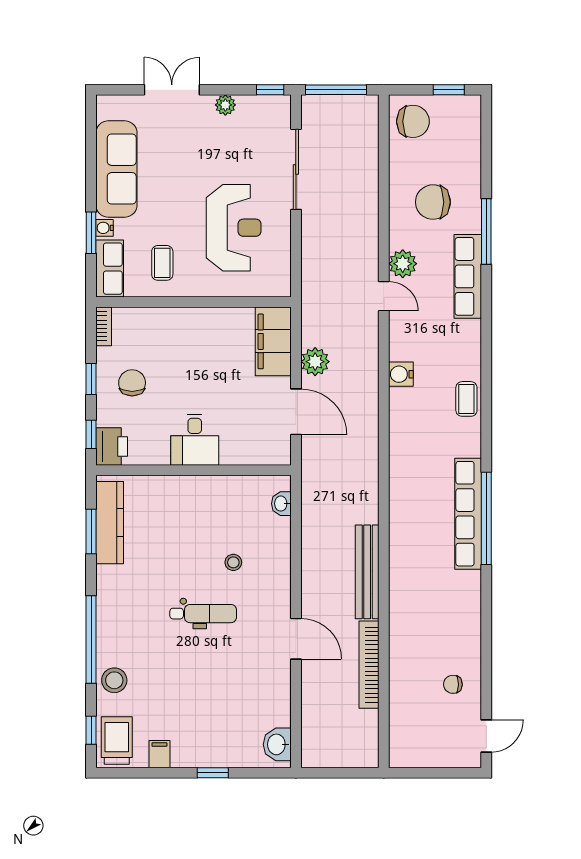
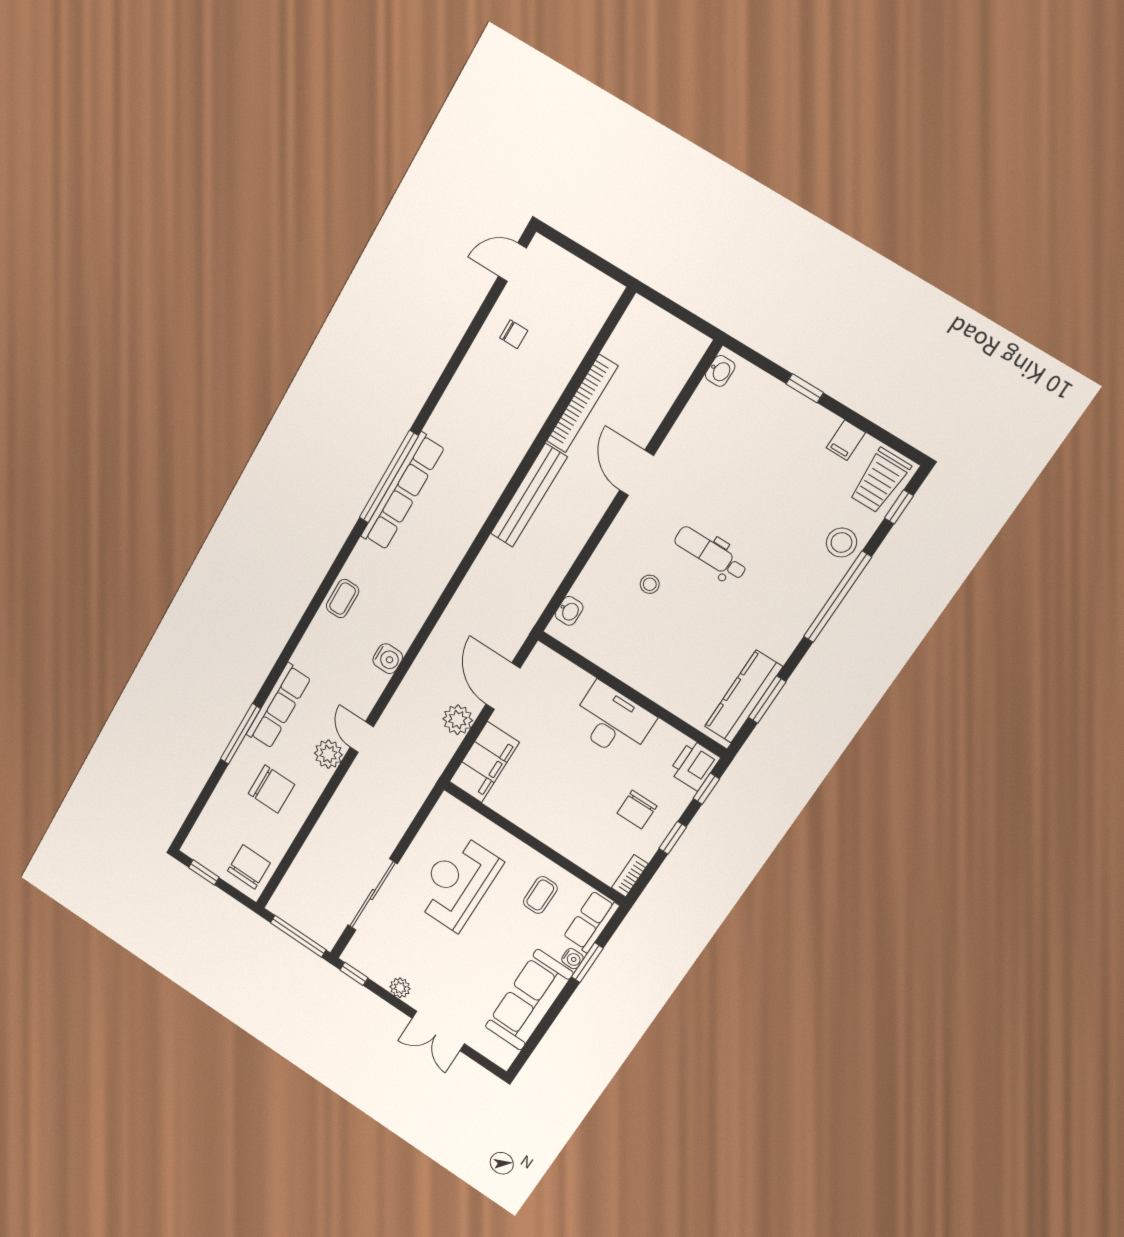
chair: (413, 121) -> (249, 867), turned 90
desk: (195, 440) -> (612, 721), width x1.37
washbasin: (277, 744) -> (720, 371), width x0.72, depth x0.69

